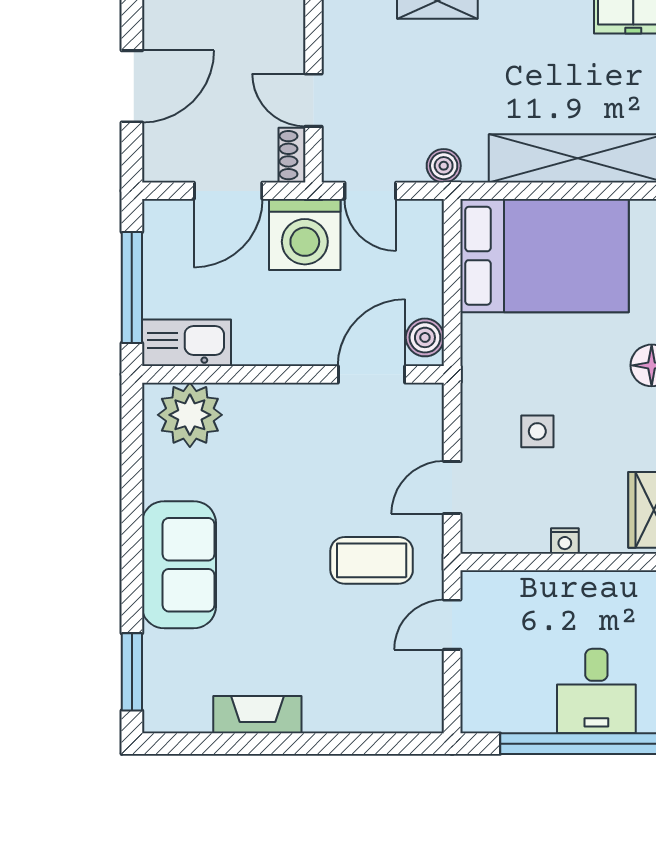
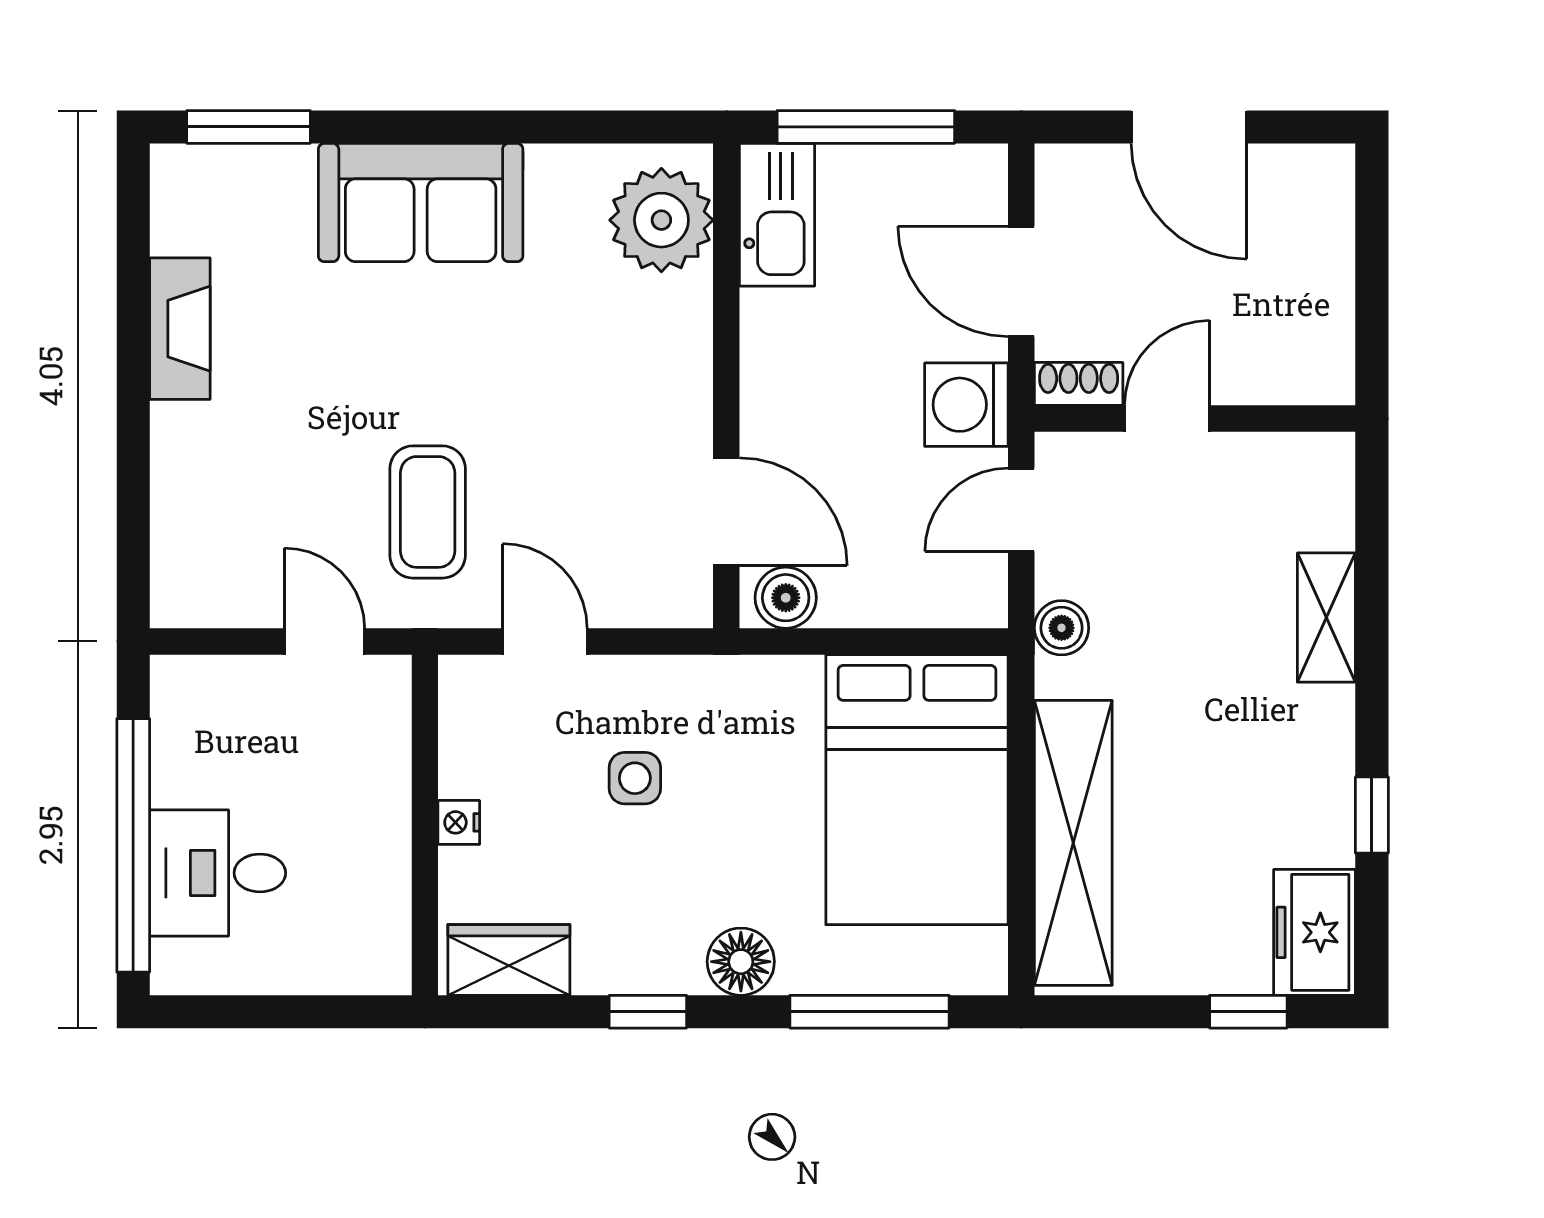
washing machine: (305, 235) -> (966, 405), width x0.73, depth x0.73

